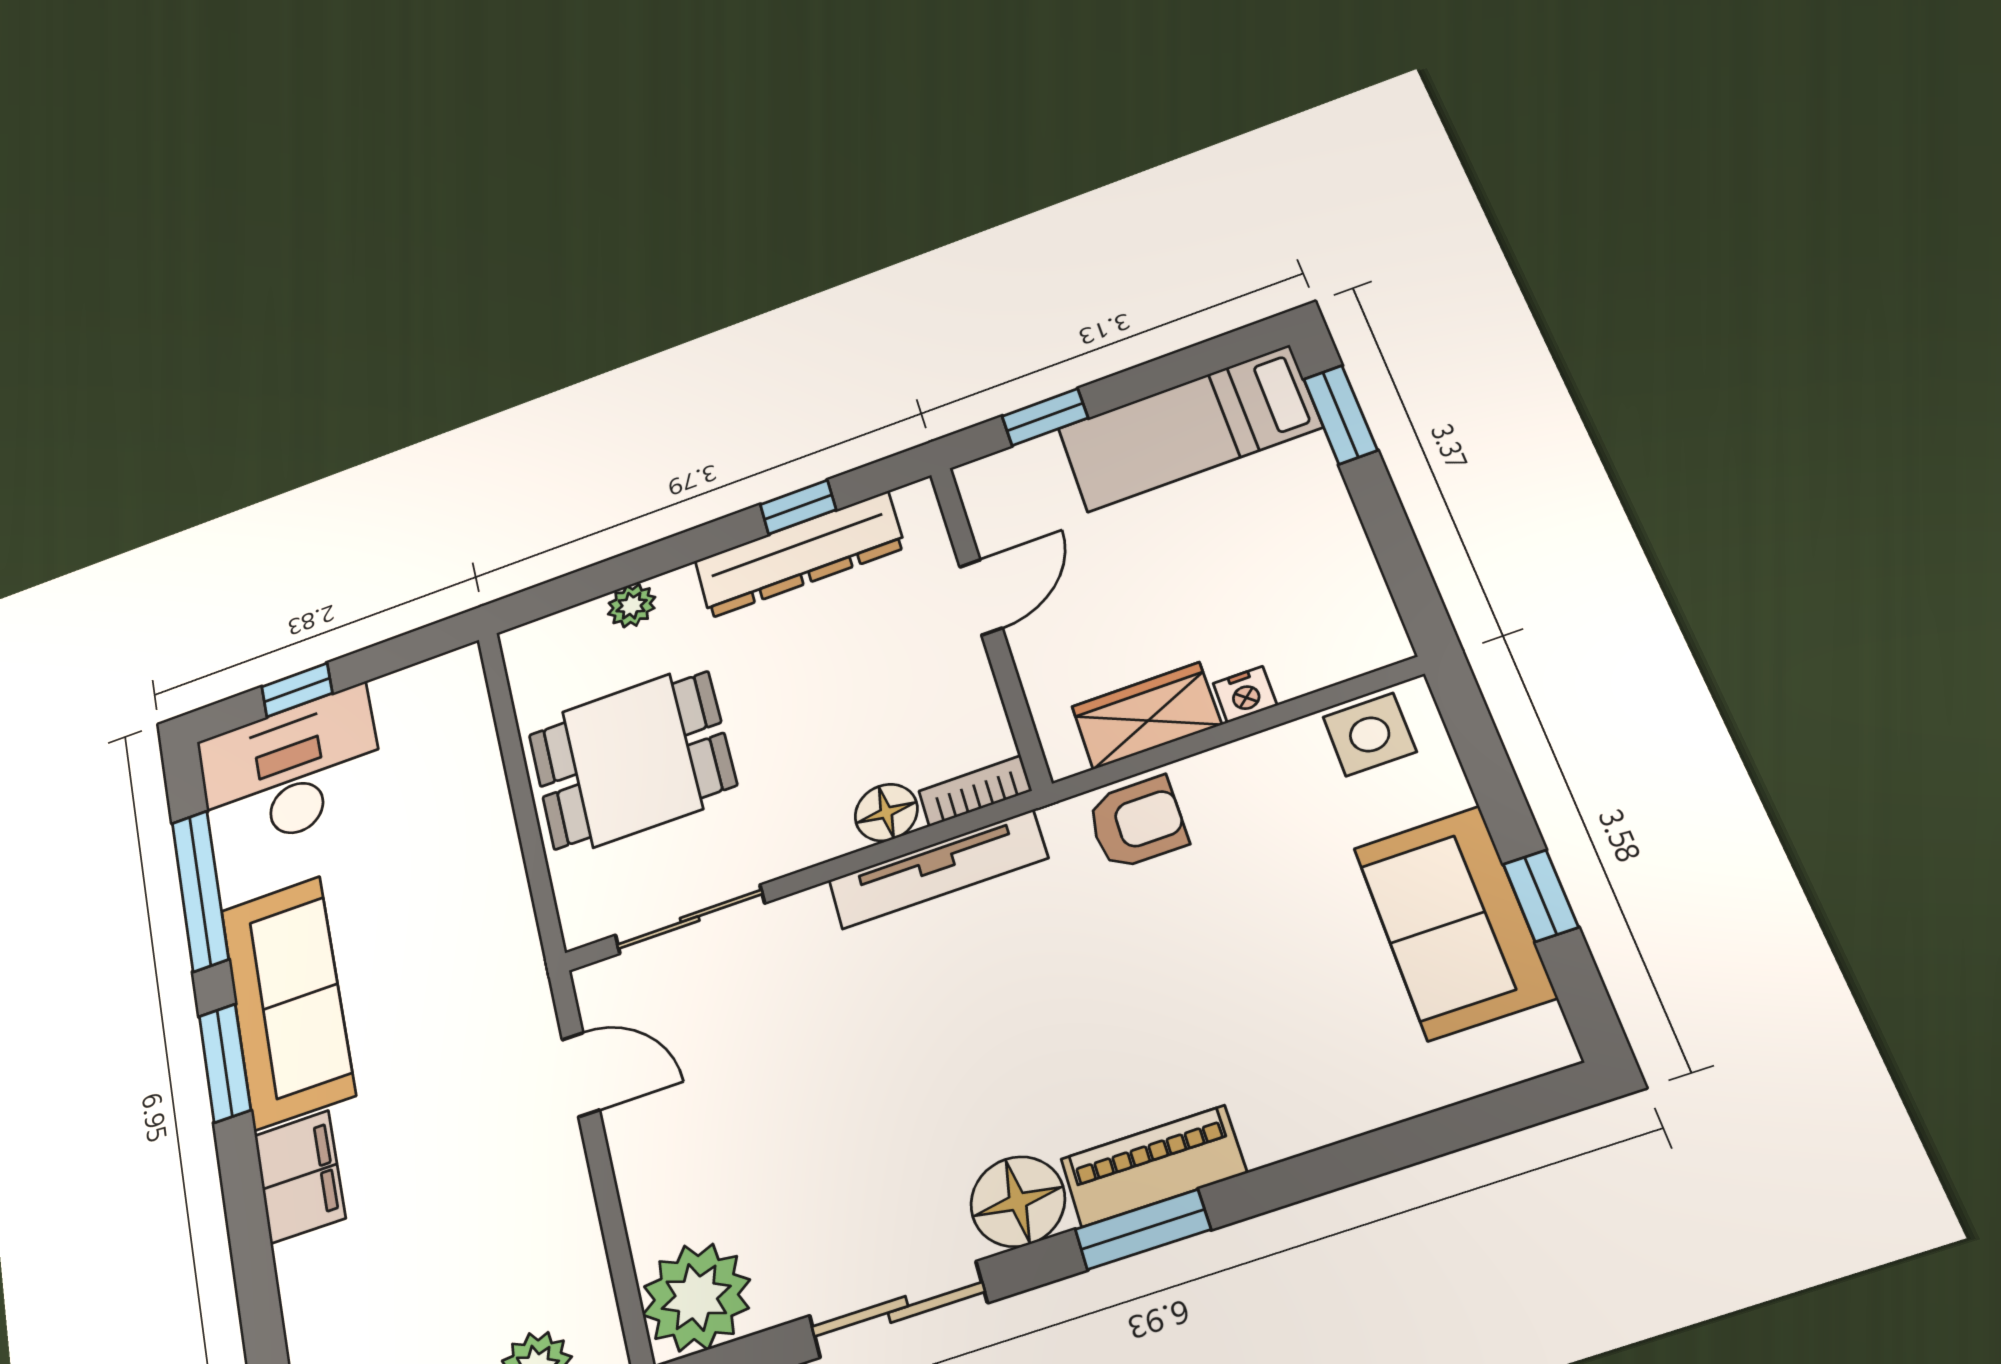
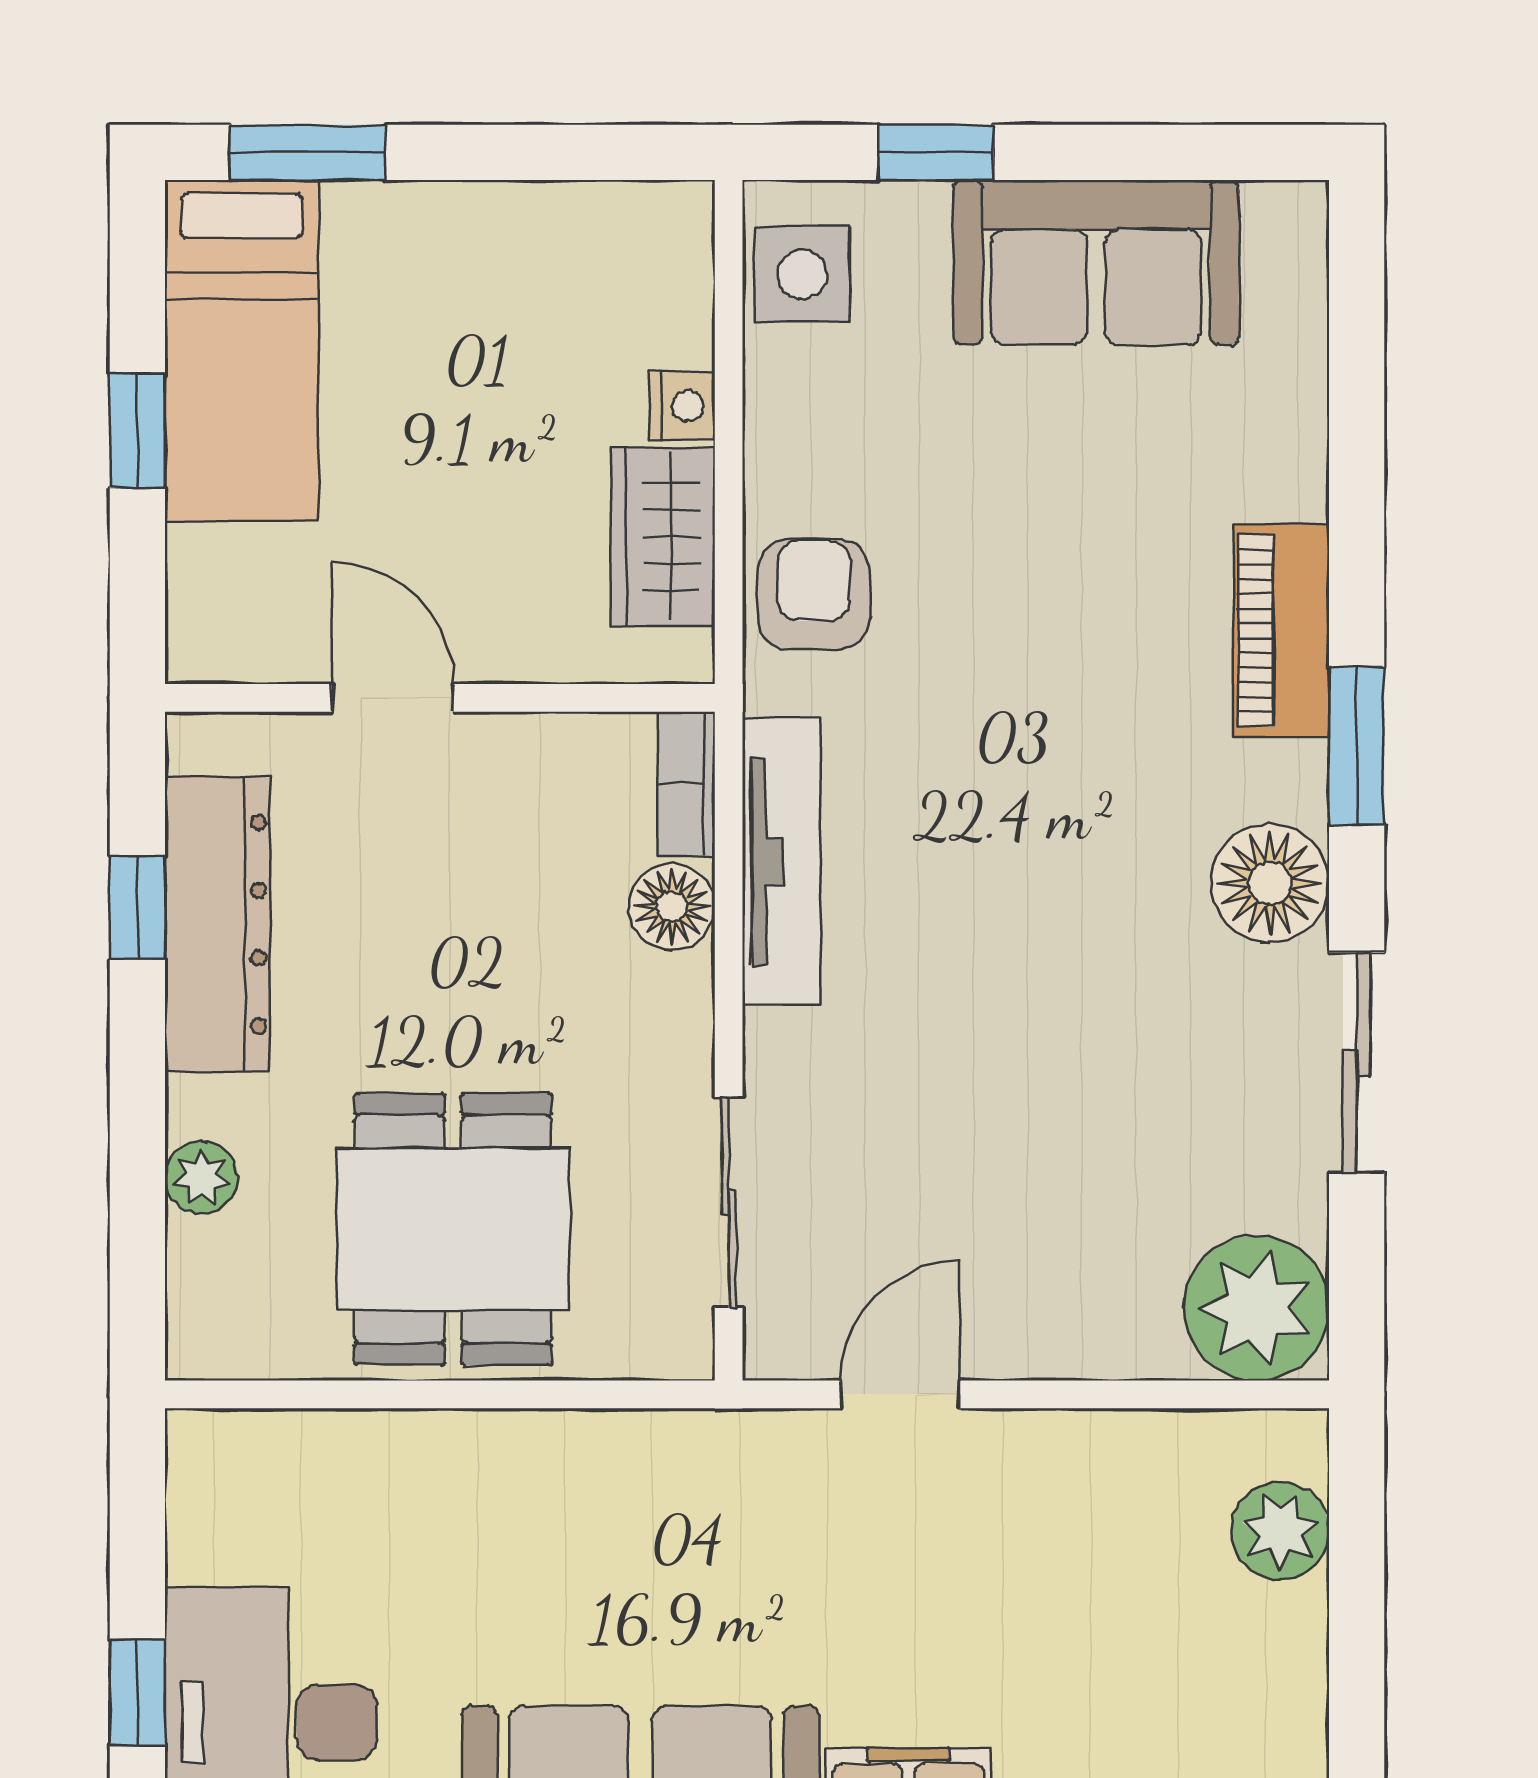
window: (1045, 417) -> (137, 431), moved
window: (1541, 896) -> (936, 152), moved
piano: (1153, 1166) -> (1281, 631), moved

